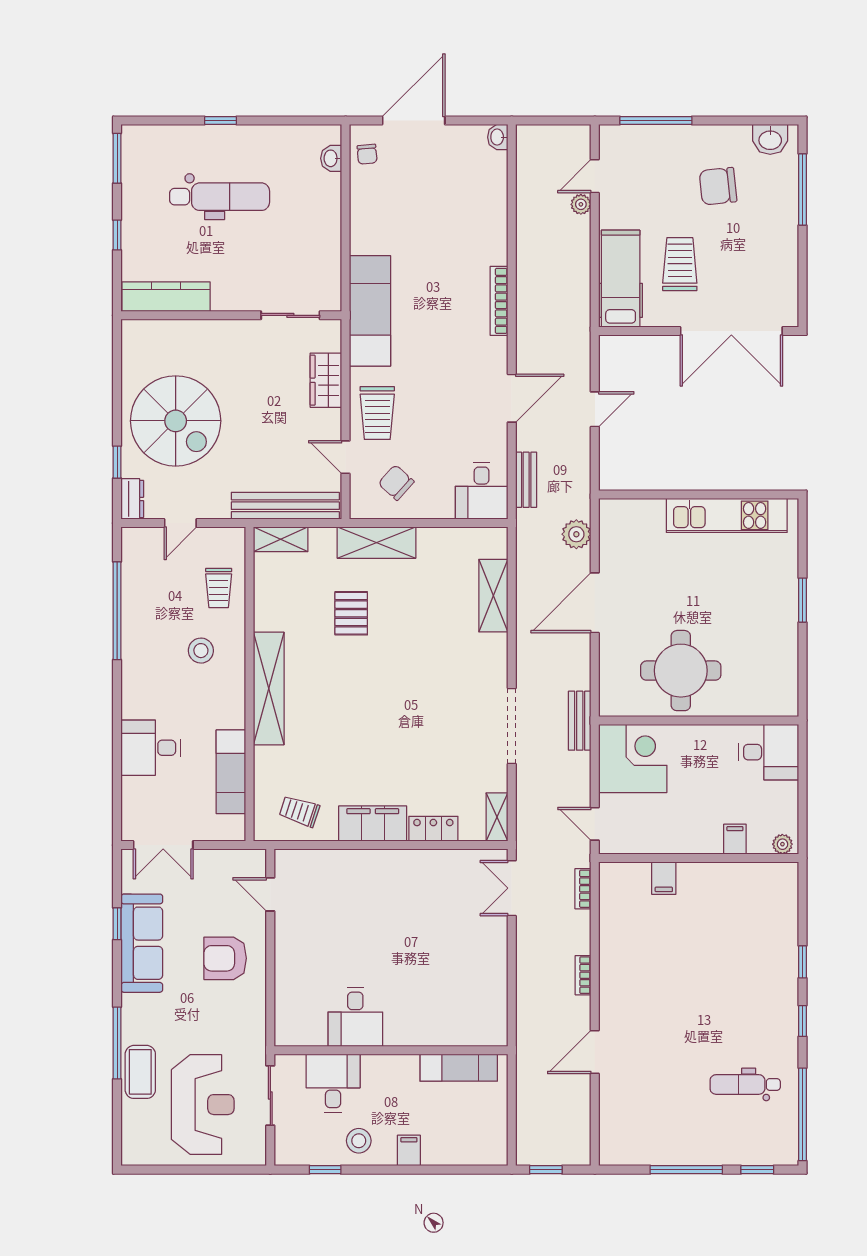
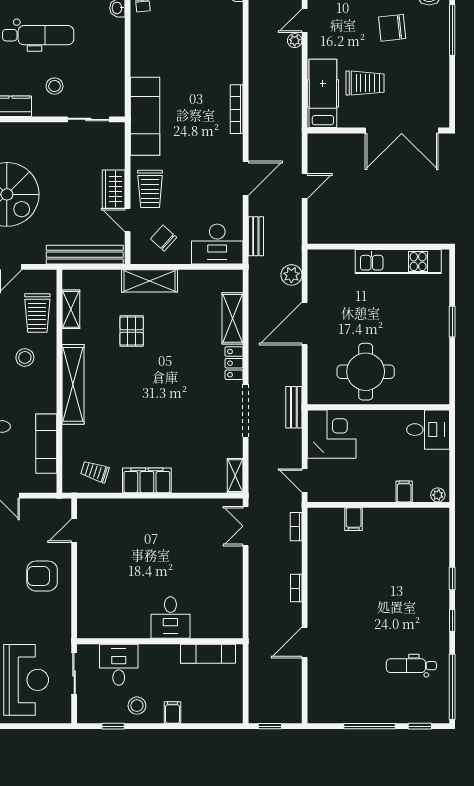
trolley: (680, 264) -> (365, 83), turned 90
stool: (243, 268) -> (55, 86), added
wardrobe: (326, 380) -> (114, 189), moved
desk: (482, 491) -> (217, 244), width x1.37
shelving: (281, 539) -> (71, 309), moved, turned 90
trolley: (219, 588) -> (37, 313), width x1.36, depth x1.39
locker: (433, 829) -> (234, 363), moved, turned -90
door: (270, 894) -> (74, 531), hinge flipped
desk: (355, 1017) -> (170, 618), moved

